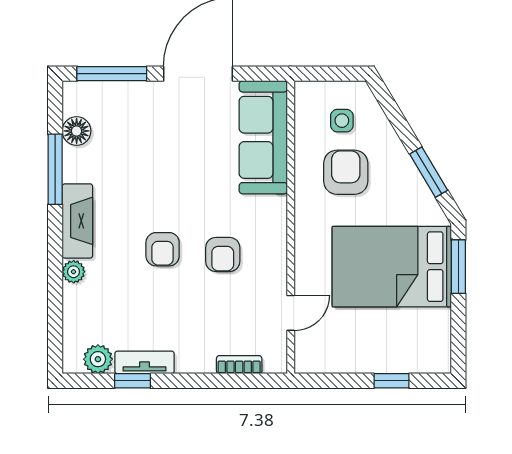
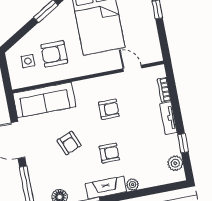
armchair: (174, 168) -> (69, 143), added
armchair: (163, 249) -> (109, 153), moved
tv unit: (144, 362) -> (168, 118), moved

